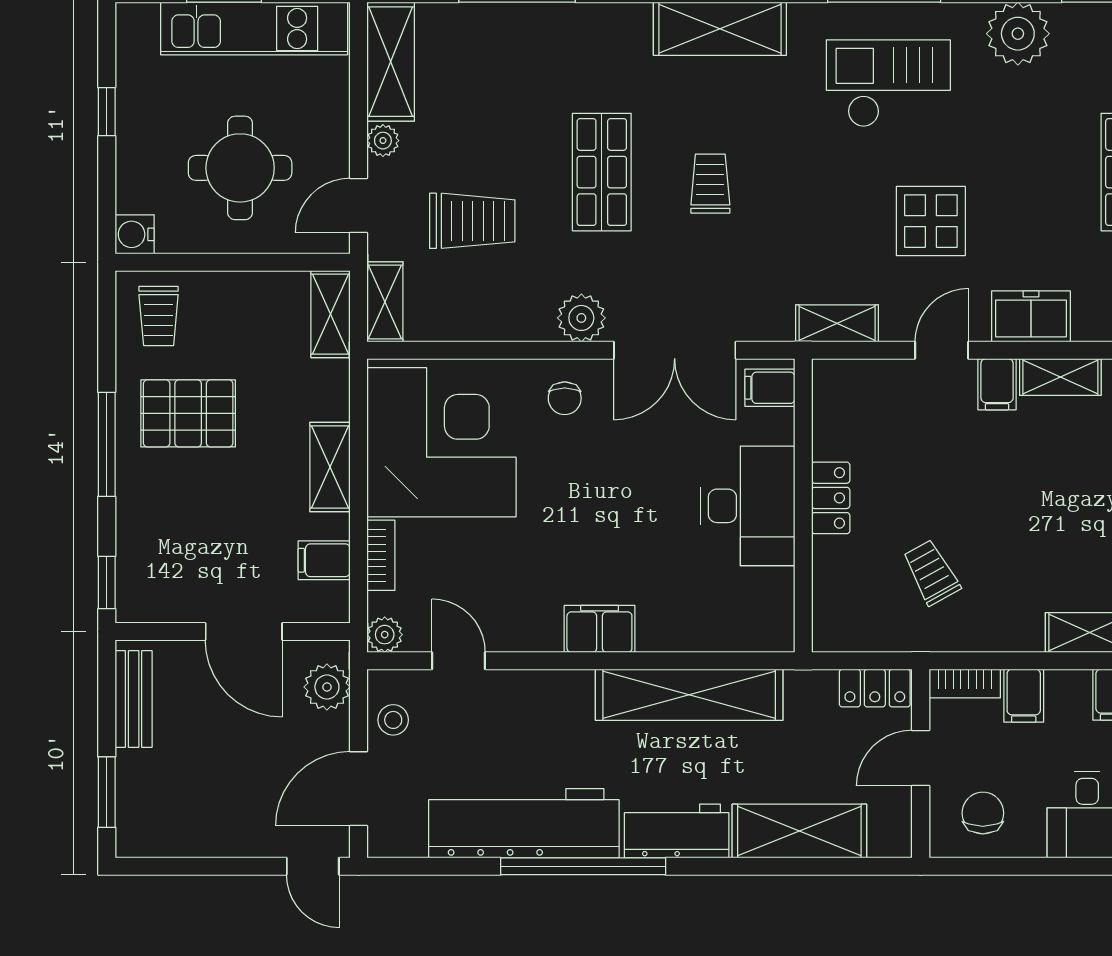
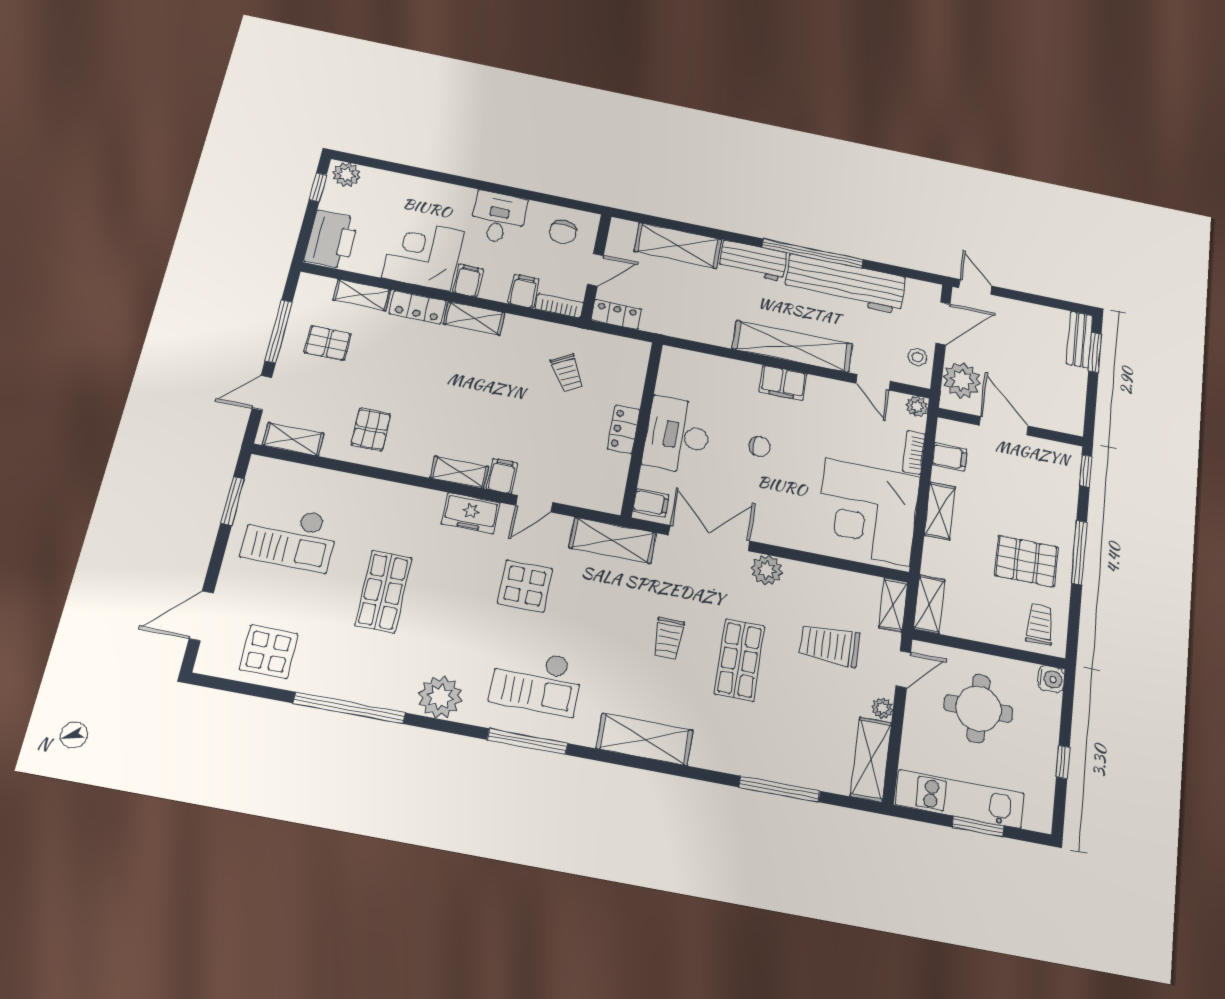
shelving: (837, 323) -> (613, 540), width x1.50, depth x1.33
chair: (565, 398) -> (760, 447), moved, turned 90
plant: (327, 687) -> (962, 380), width x1.36, depth x1.36
shelving: (689, 695) -> (792, 346), moved
bench: (134, 699) -> (1080, 340), moved

